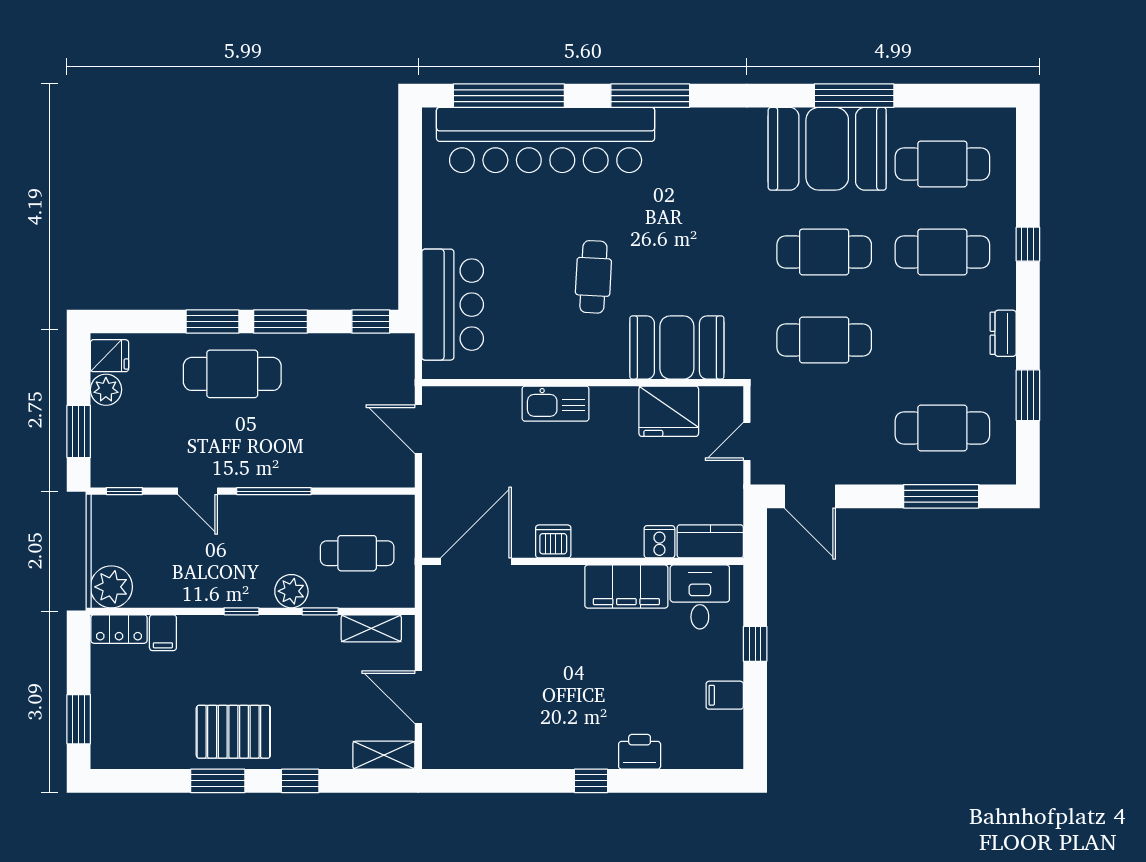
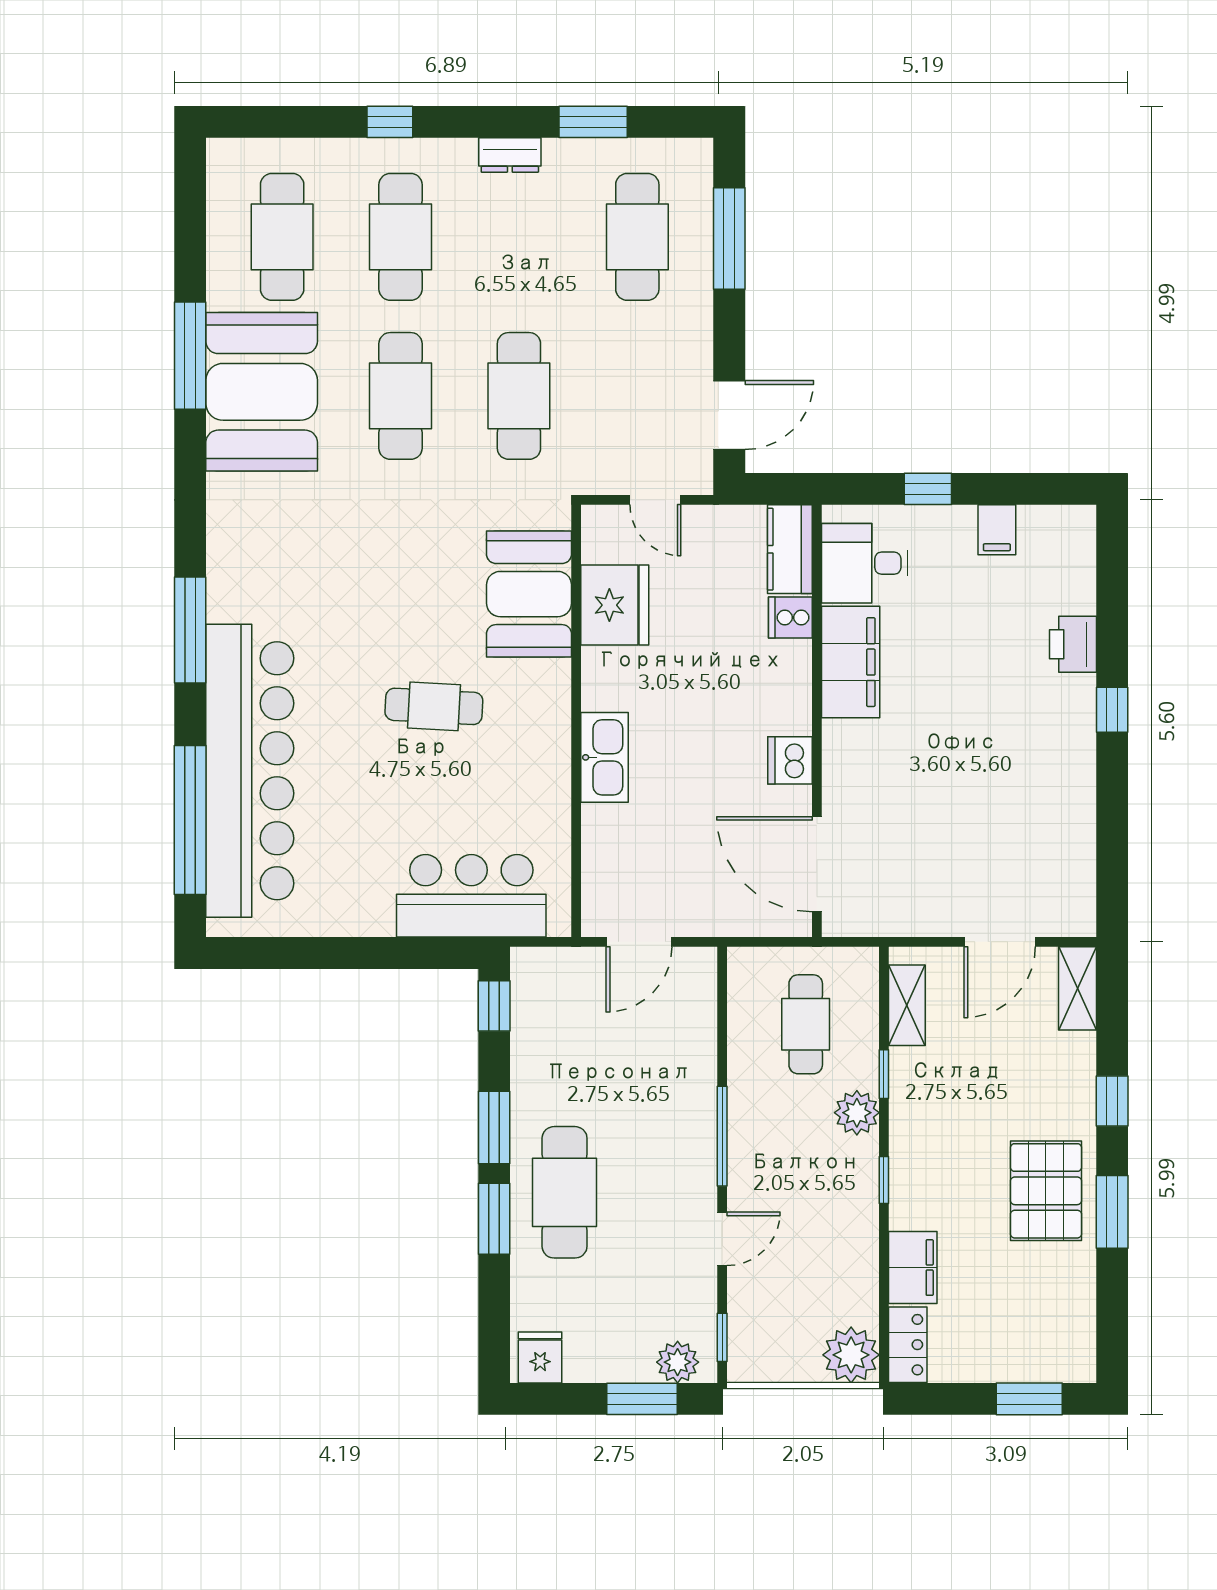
plant: (106, 390) -> (678, 1362), moved
filing cabinet: (163, 633) -> (913, 1268), width x2.00

